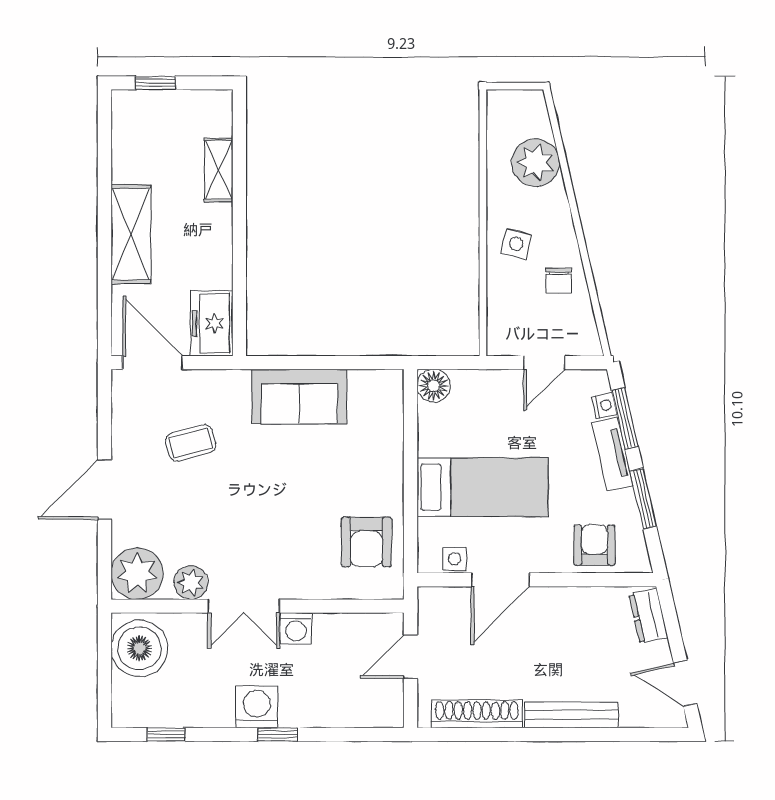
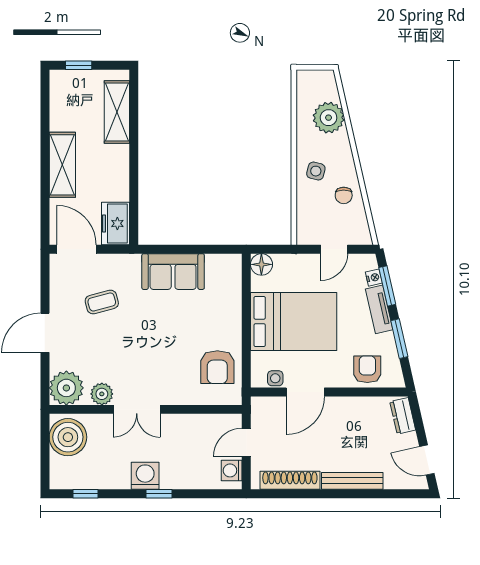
shelving: (219, 170) -> (117, 112), width x1.50, depth x1.33
bed: (483, 487) -> (294, 321), width x1.50
washing machine: (296, 628) -> (232, 470), moved, turned 90

